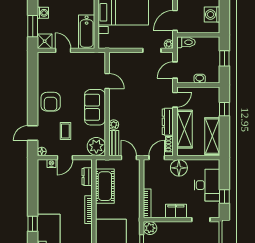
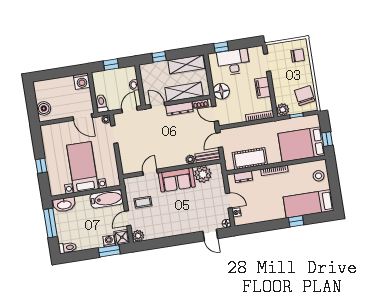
washing machine: (43, 13) -> (109, 241), moved
washing machine: (212, 14) -> (82, 81), moved
plant: (43, 58) -> (138, 236), added
door: (175, 70) -> (129, 110), swing flipped
armchair: (51, 102) -> (178, 223), removed
coffee table: (65, 131) -> (143, 202), moved
plant: (96, 146) -> (203, 174), moved
window: (224, 197) -> (221, 47), moved

